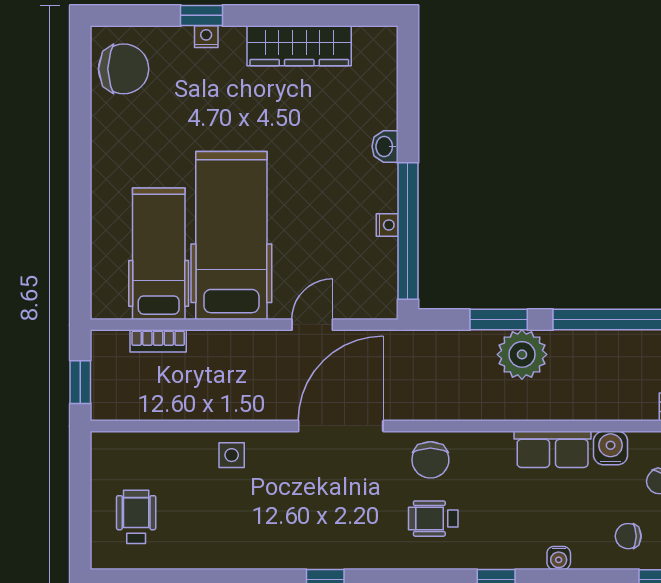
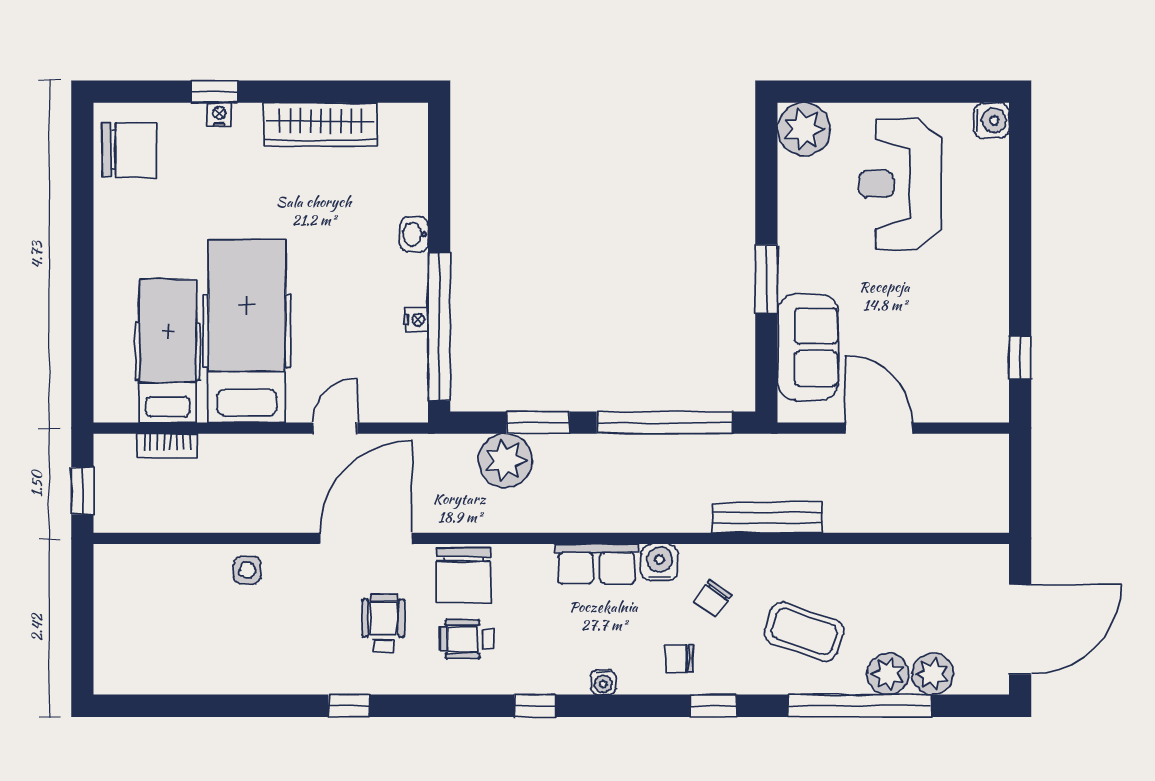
plant: (522, 354) -> (505, 461), moved
chair: (430, 460) -> (464, 575), width x1.37, depth x1.37
wheelchair: (136, 517) -> (383, 623), moved

